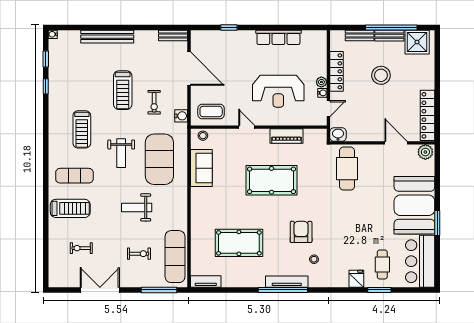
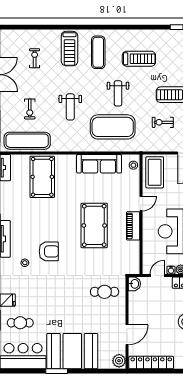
door: (328, 109) -> (157, 275), swing flipped
coffee table: (211, 112) -> (155, 172), width x1.36, depth x1.32
water cooler: (181, 116) -> (151, 146), removed
treadmill: (82, 129) -> (139, 59), turned 180
piano: (286, 136) -> (133, 226), moved
weight bench: (121, 153) -> (118, 93), turned -90
sofa: (201, 168) -> (99, 164), width x1.36
cafe table: (347, 169) -> (105, 292), width x0.73, depth x0.74
weight bench: (137, 207) -> (70, 107), turned 180
pool table: (239, 243) -> (42, 177), moved

